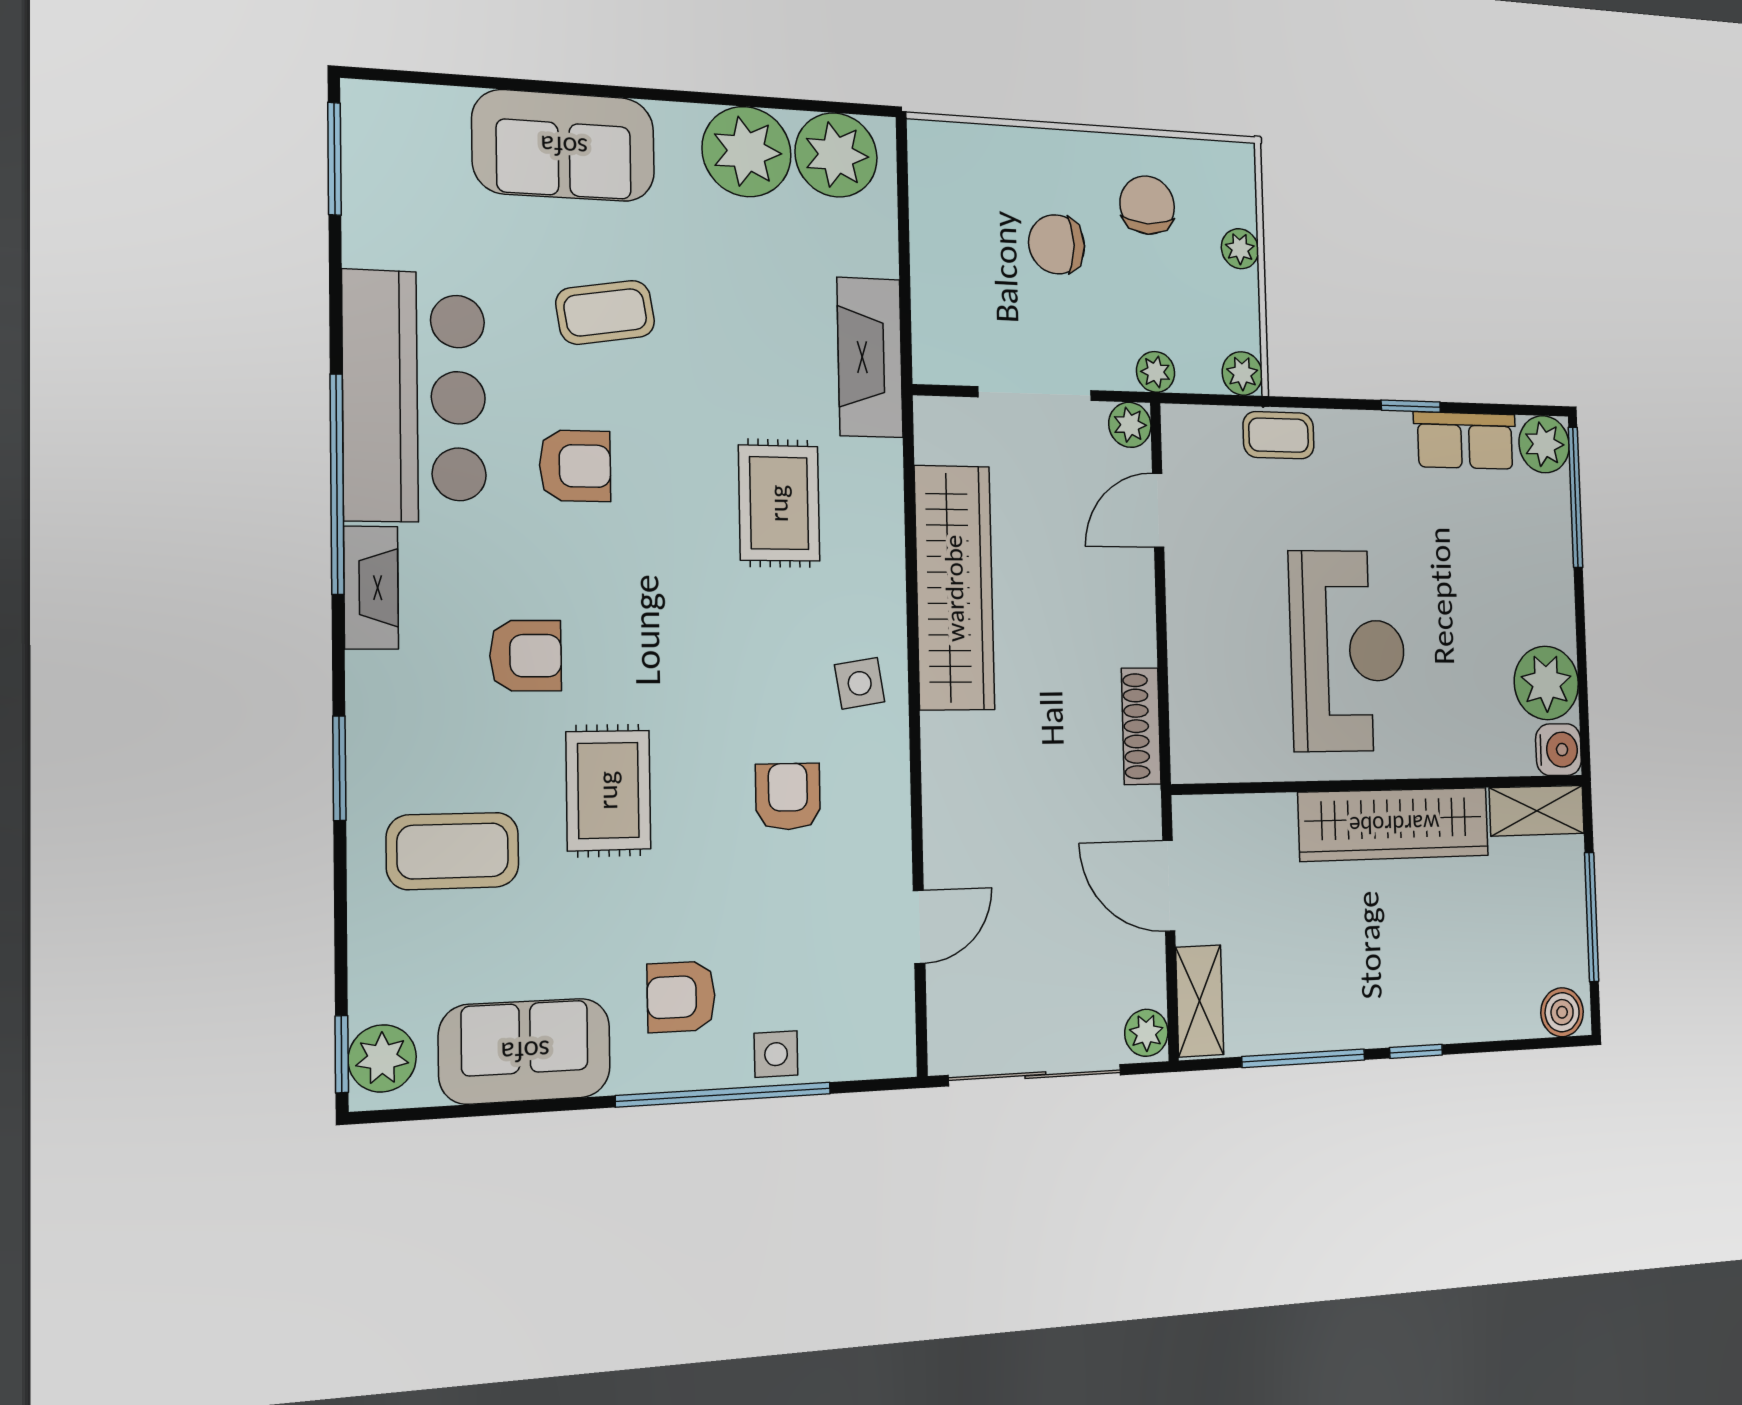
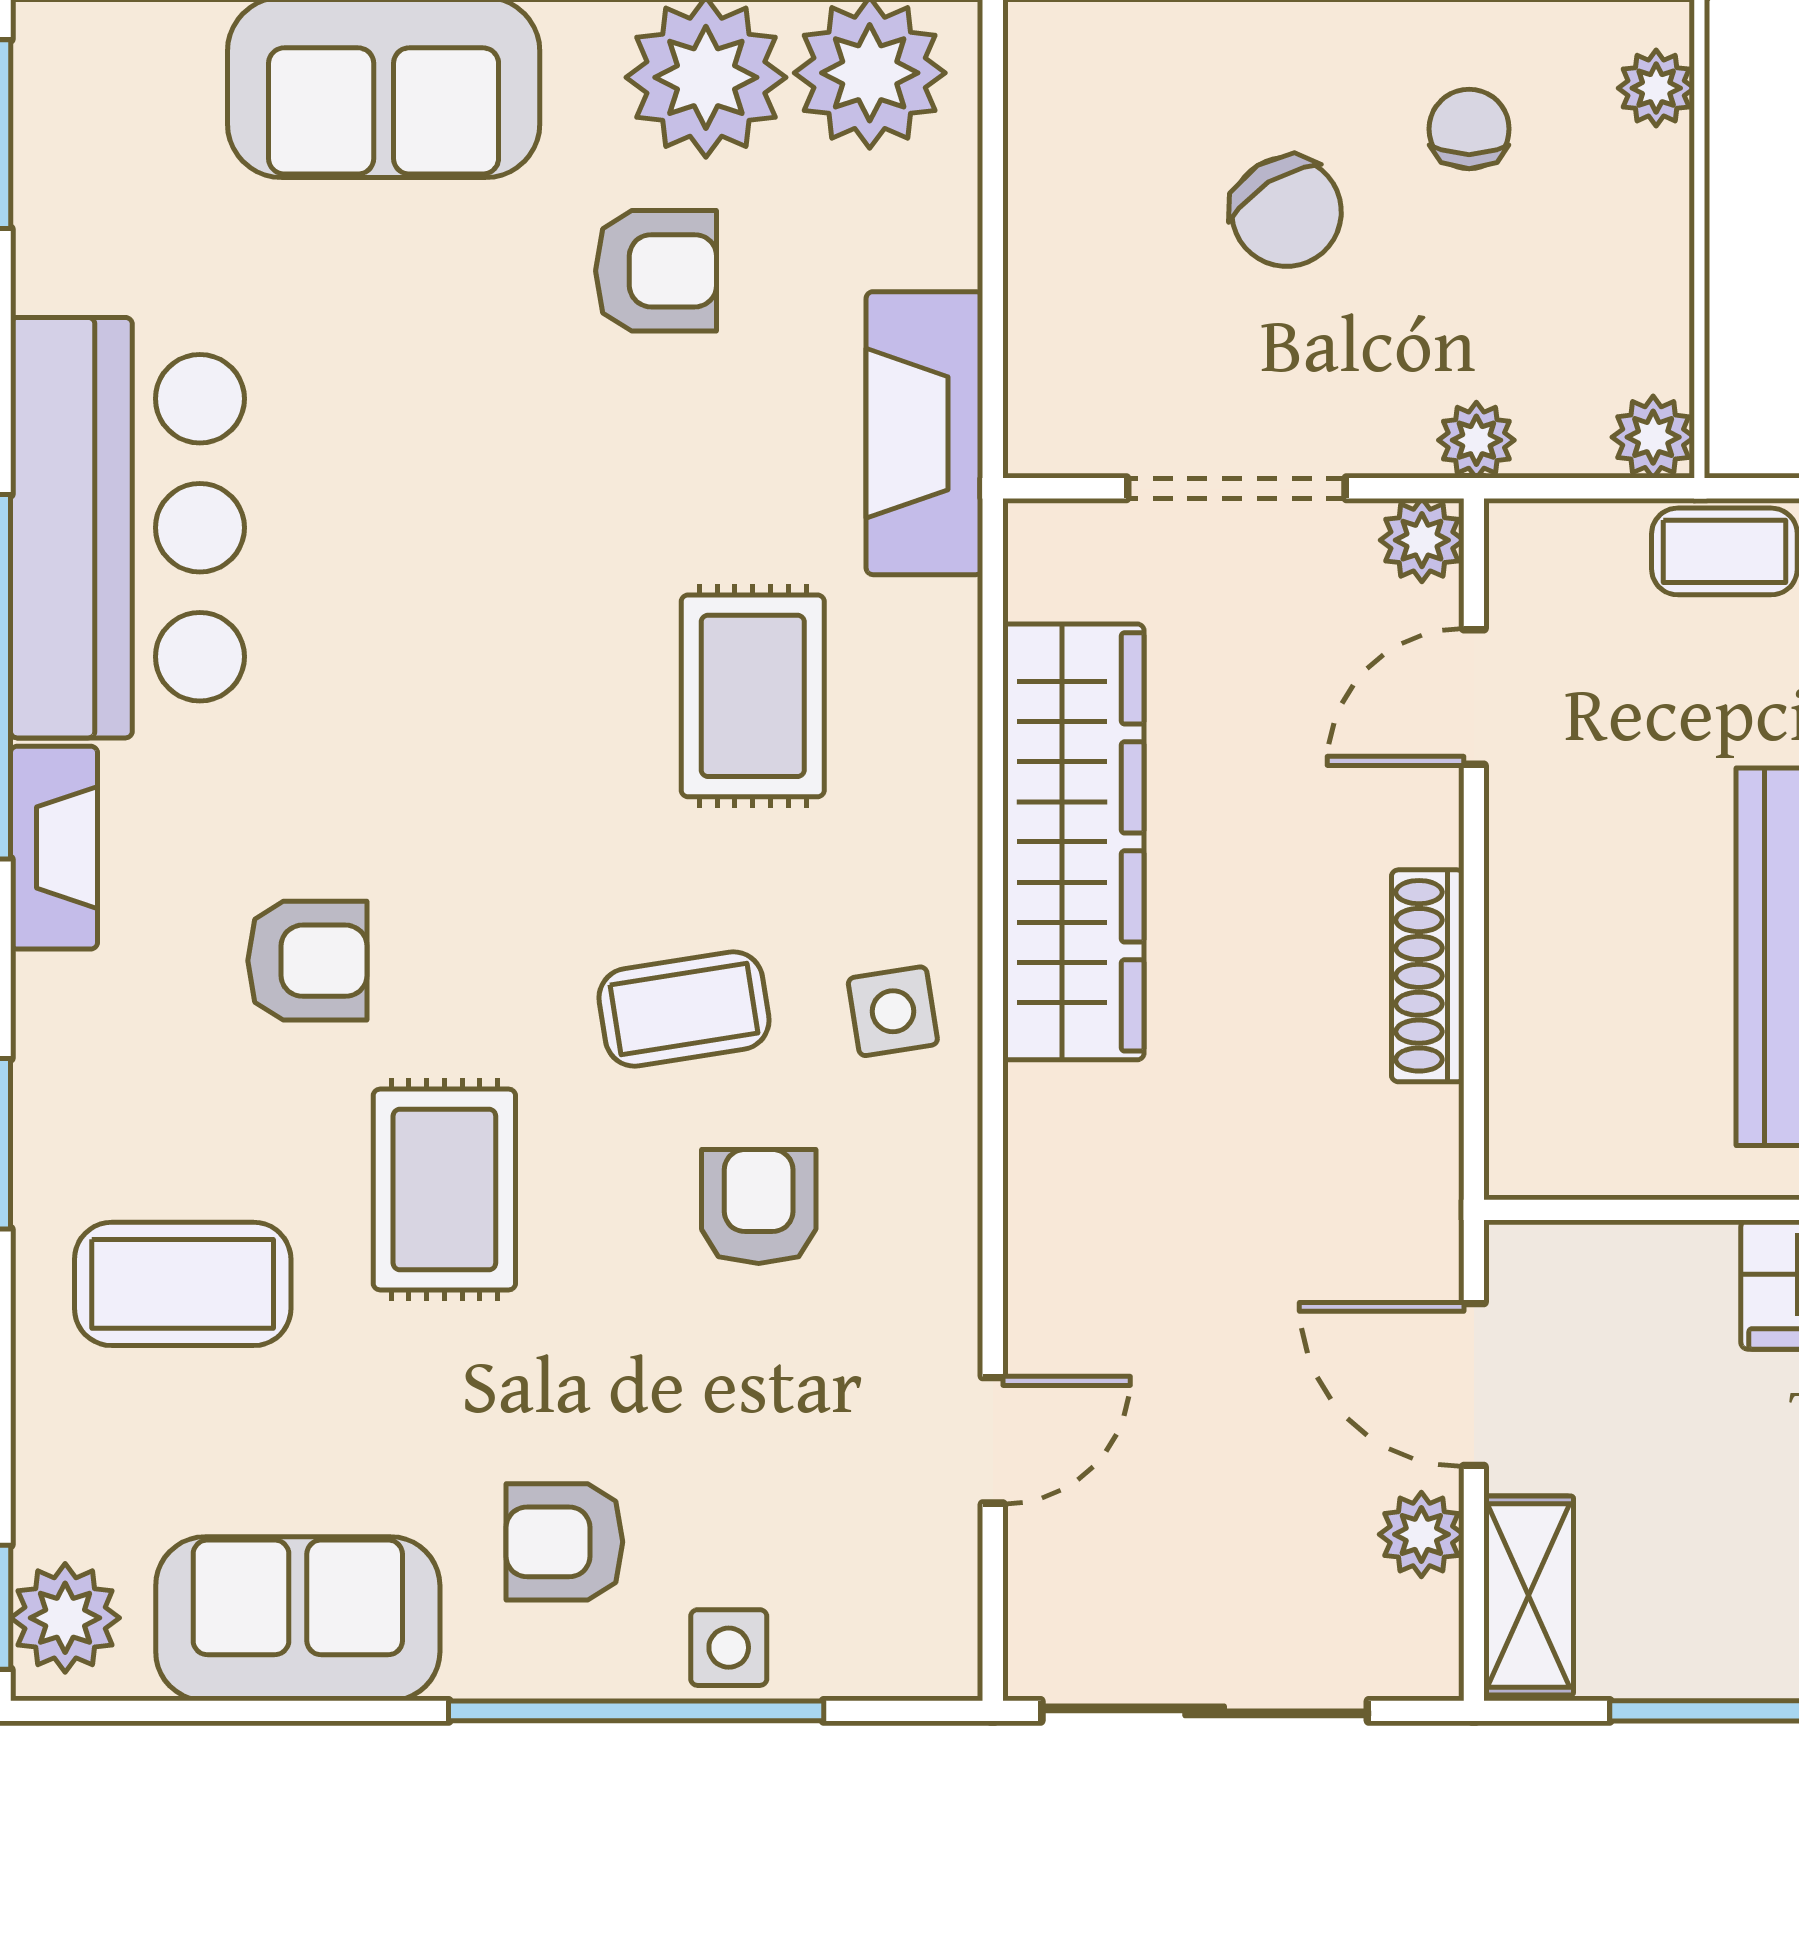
chair: (1147, 205) -> (1469, 129), width x0.73, depth x0.73
chair: (1057, 244) -> (1286, 212), turned -122
plant: (1240, 249) -> (1656, 88), moved
coffee table: (605, 312) -> (684, 1009), moved
armchair: (575, 466) -> (656, 271), moved
shoe rack: (1141, 726) -> (1428, 976), moved
plant: (1146, 1033) -> (1421, 1534), moved

